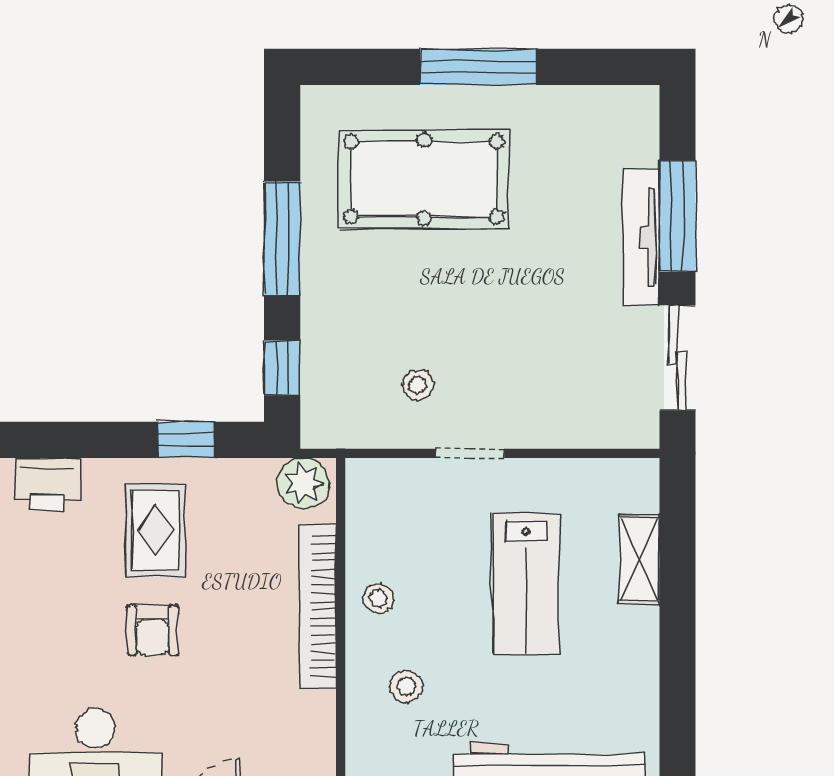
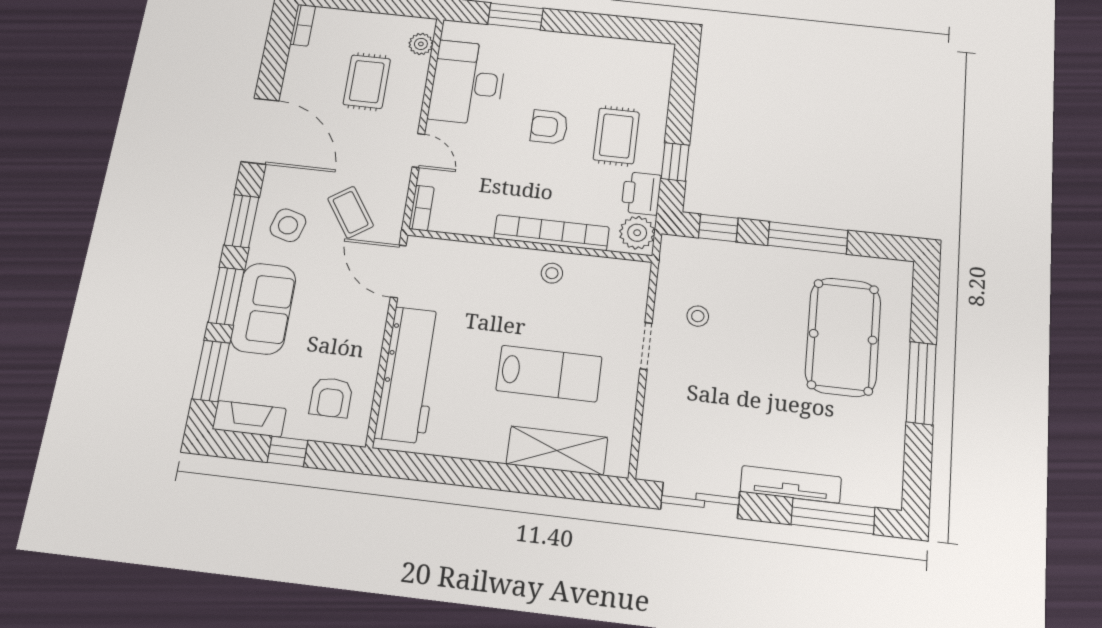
window: (677, 216) -> (833, 516), moved
printer: (48, 484) -> (641, 193), moved
rug: (156, 530) -> (616, 136), turned 90
shelving: (639, 560) -> (557, 451), width x1.50, depth x1.33
lab bench: (526, 584) -> (549, 374), turned 180
stool: (407, 687) -> (488, 285), removed

